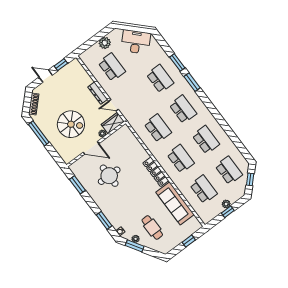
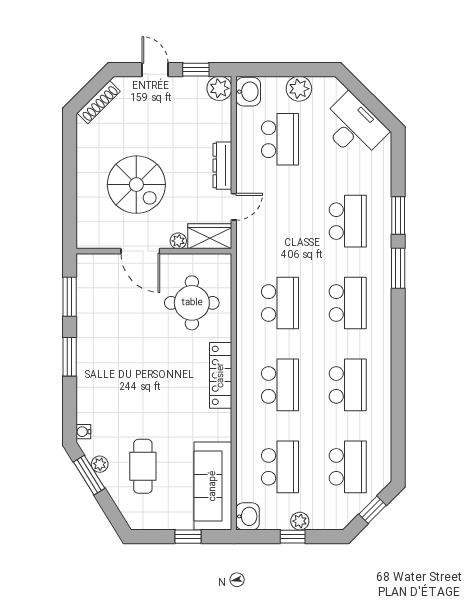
washbasin: (87, 58) -> (248, 92), added
plant: (75, 65) -> (219, 88), added
door: (113, 105) -> (234, 207), swing flipped
window: (39, 133) -> (70, 159), removed
round table: (109, 176) -> (192, 303), moved
sofa: (175, 203) -> (213, 486), moved
washbasin: (205, 217) -> (248, 516), added
window: (104, 220) -> (70, 357), moved

